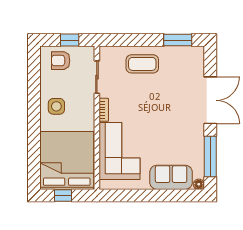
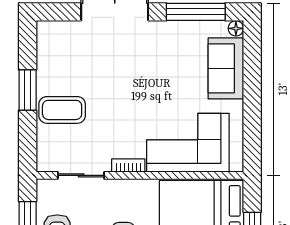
window: (178, 40) -> (28, 90), moved
coffee table: (142, 64) -> (62, 110), turned 90

